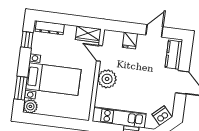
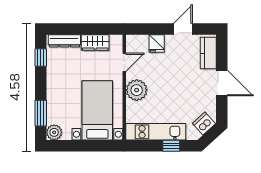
wardrobe: (88, 34) -> (95, 43), moved
door: (99, 53) -> (124, 62), swing flipped
bed with nightstands: (53, 79) -> (97, 110), moved, turned -90

